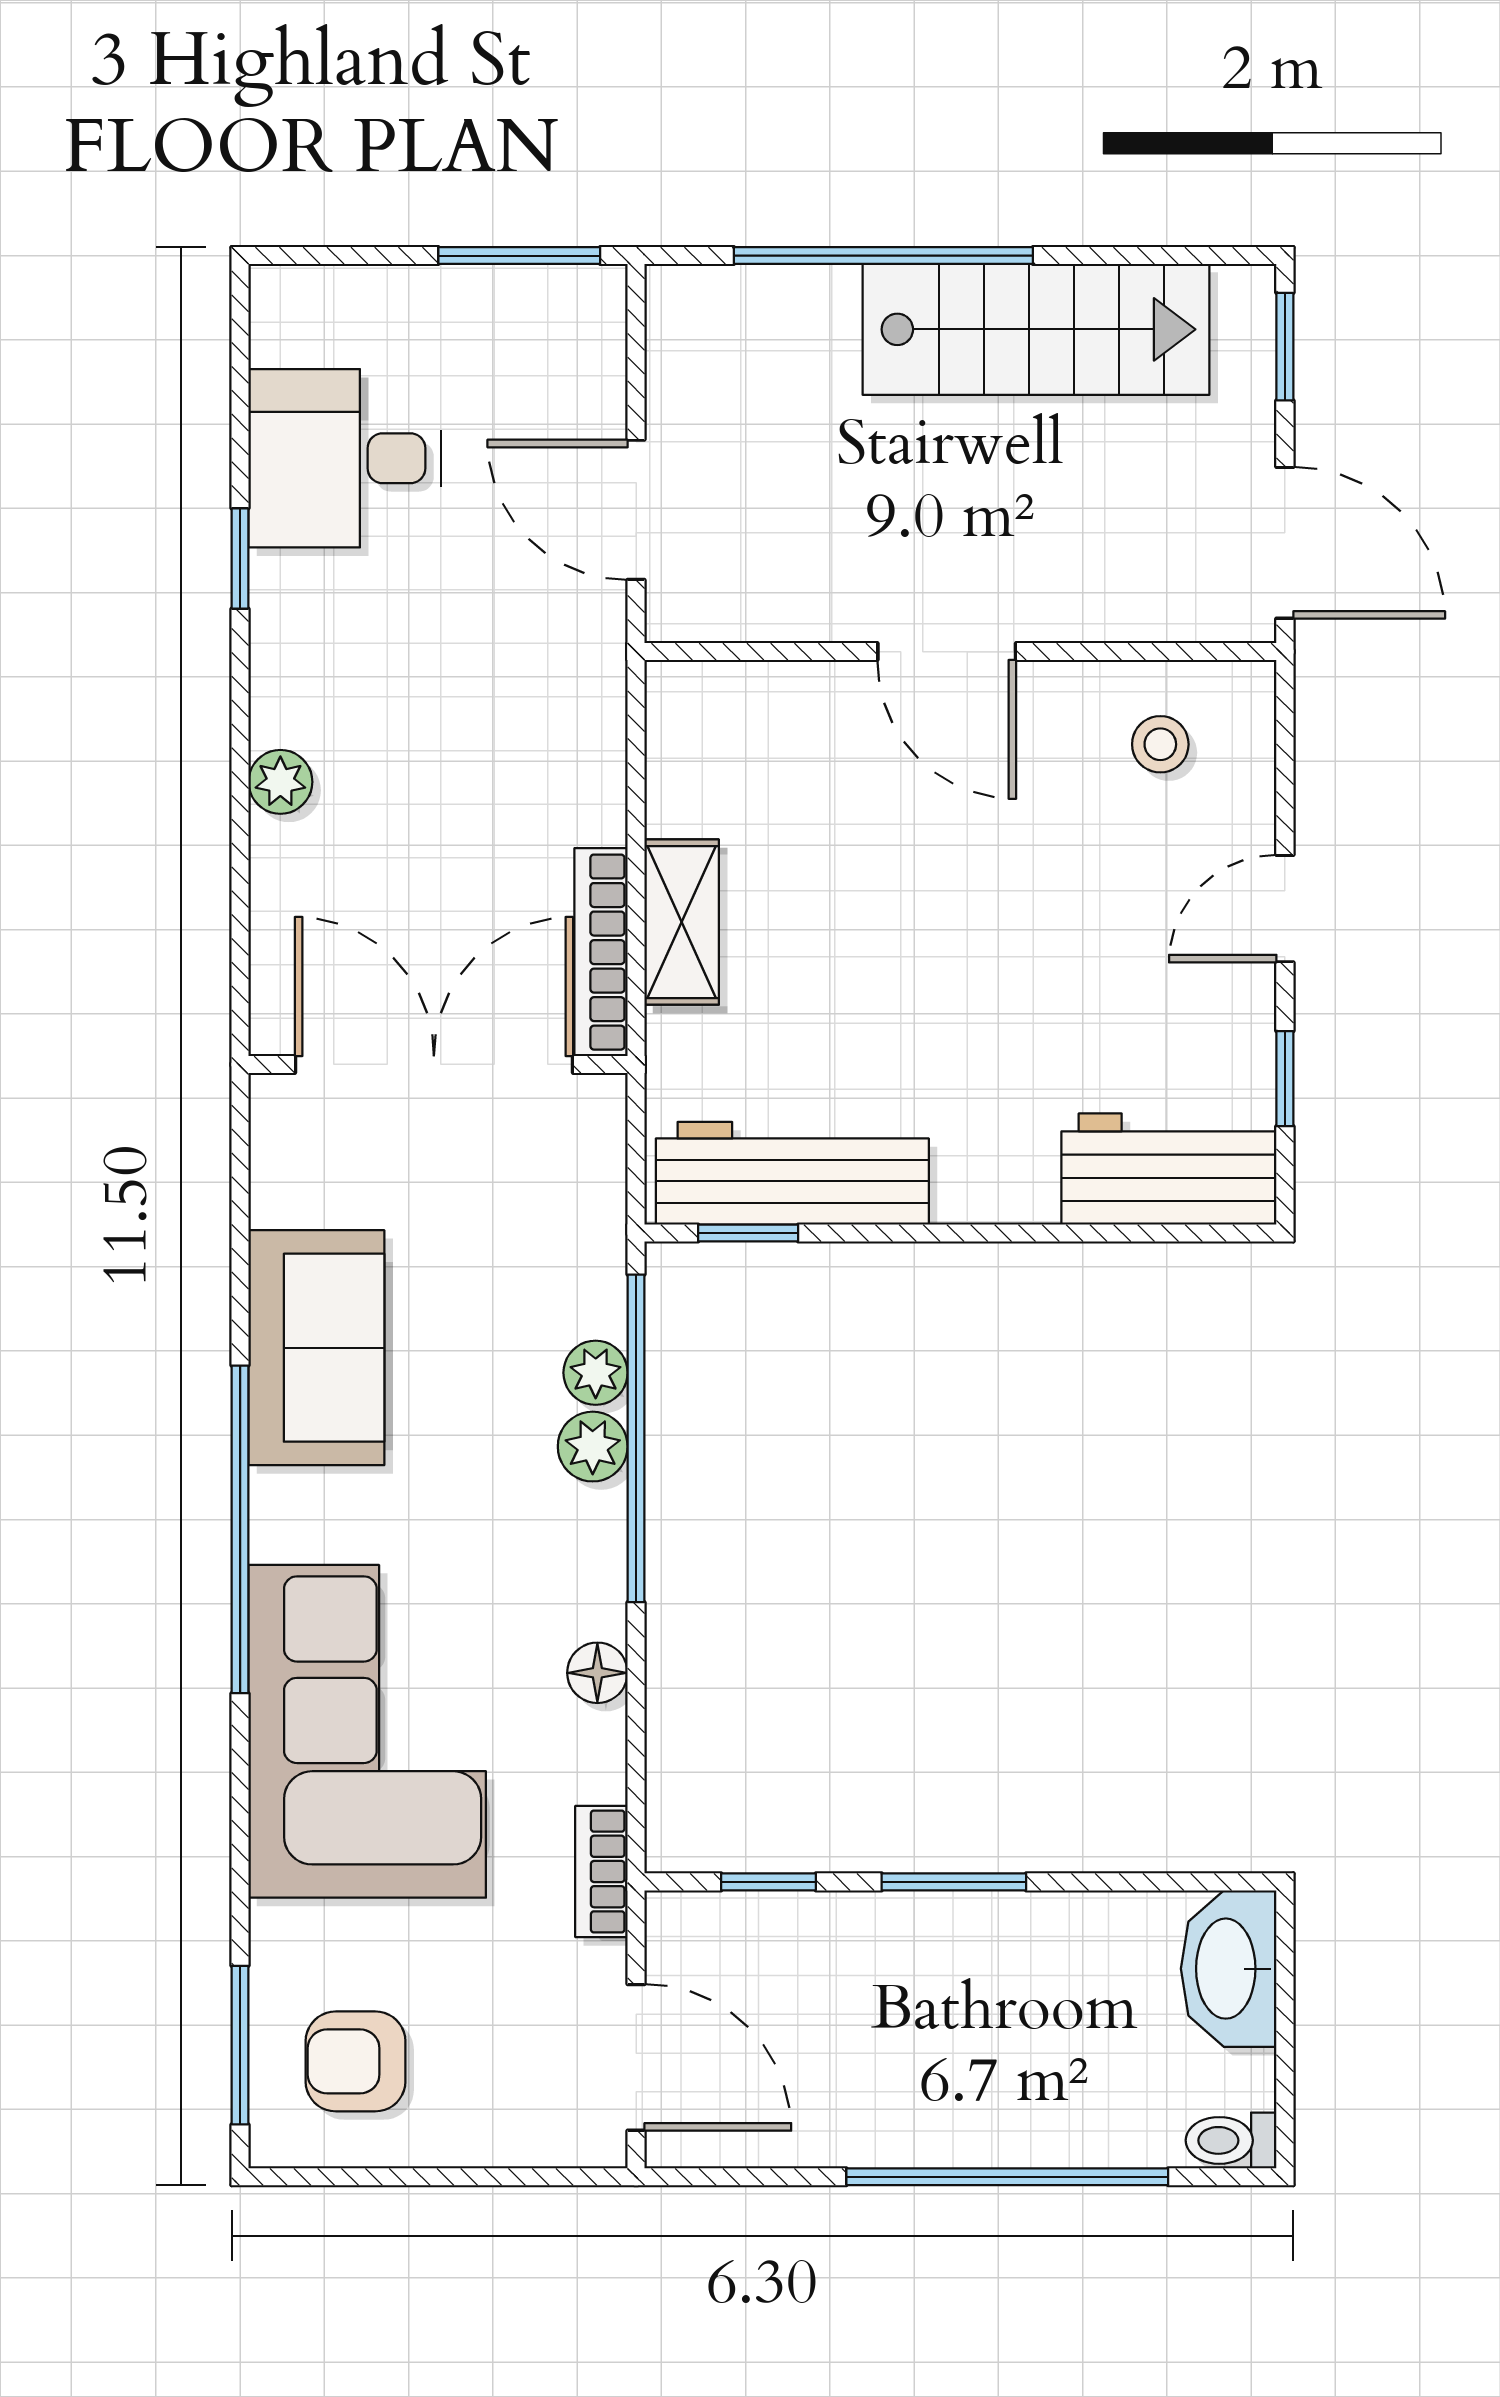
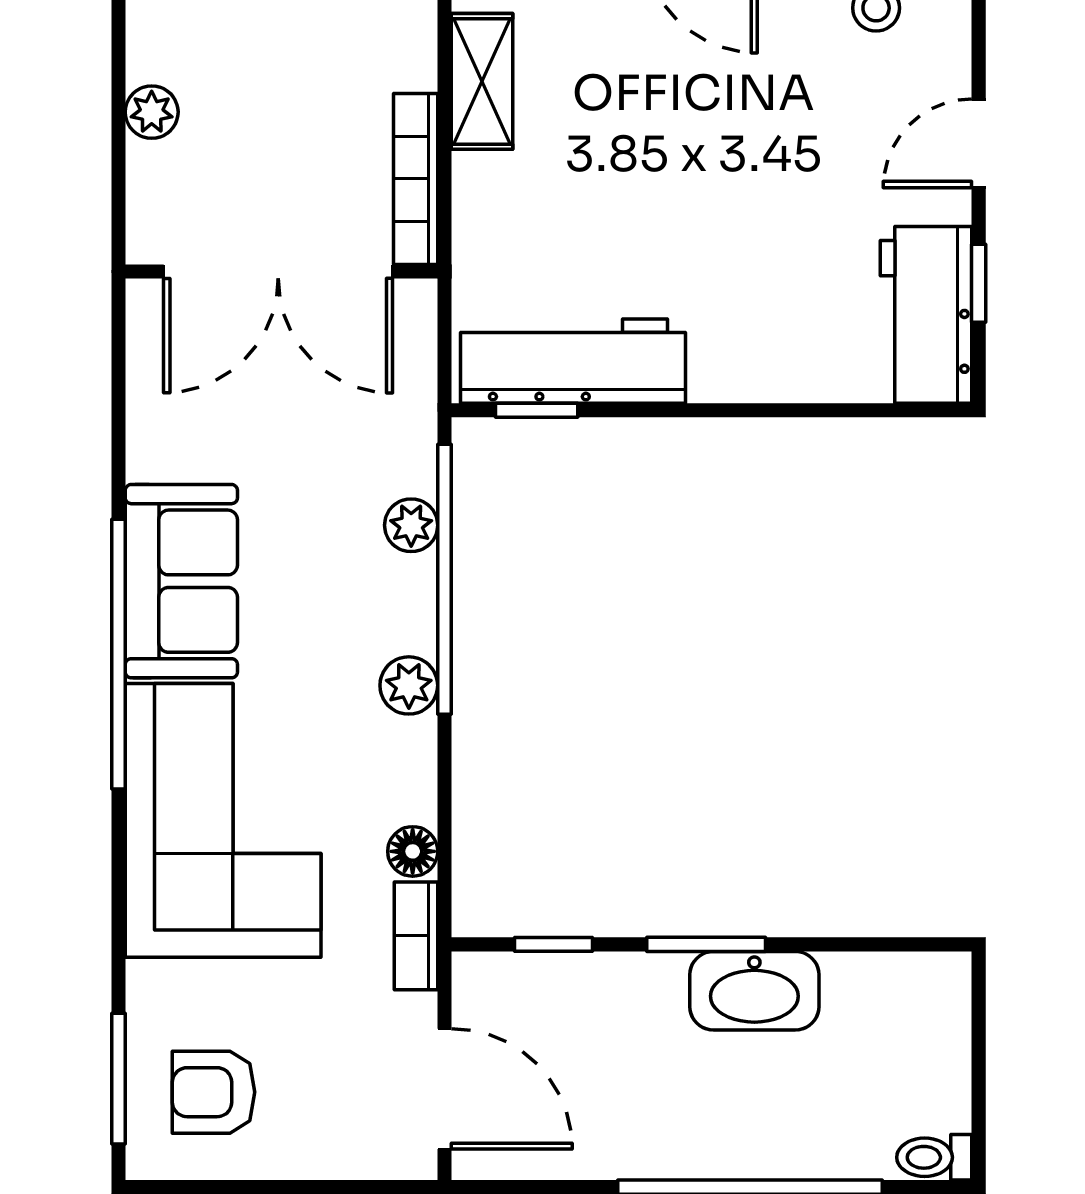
plant: (280, 782) -> (152, 112), moved
shelving: (682, 922) -> (482, 81), moved
double door: (434, 1064) -> (278, 272), swing flipped
workbench: (1169, 1169) -> (926, 315), moved, turned -90
sofa: (316, 1348) -> (181, 581), moved
plant: (593, 1447) -> (409, 685), moved
floor lamp: (597, 1673) -> (413, 851), moved
washbasin: (1229, 1969) -> (754, 991), moved, turned -90

